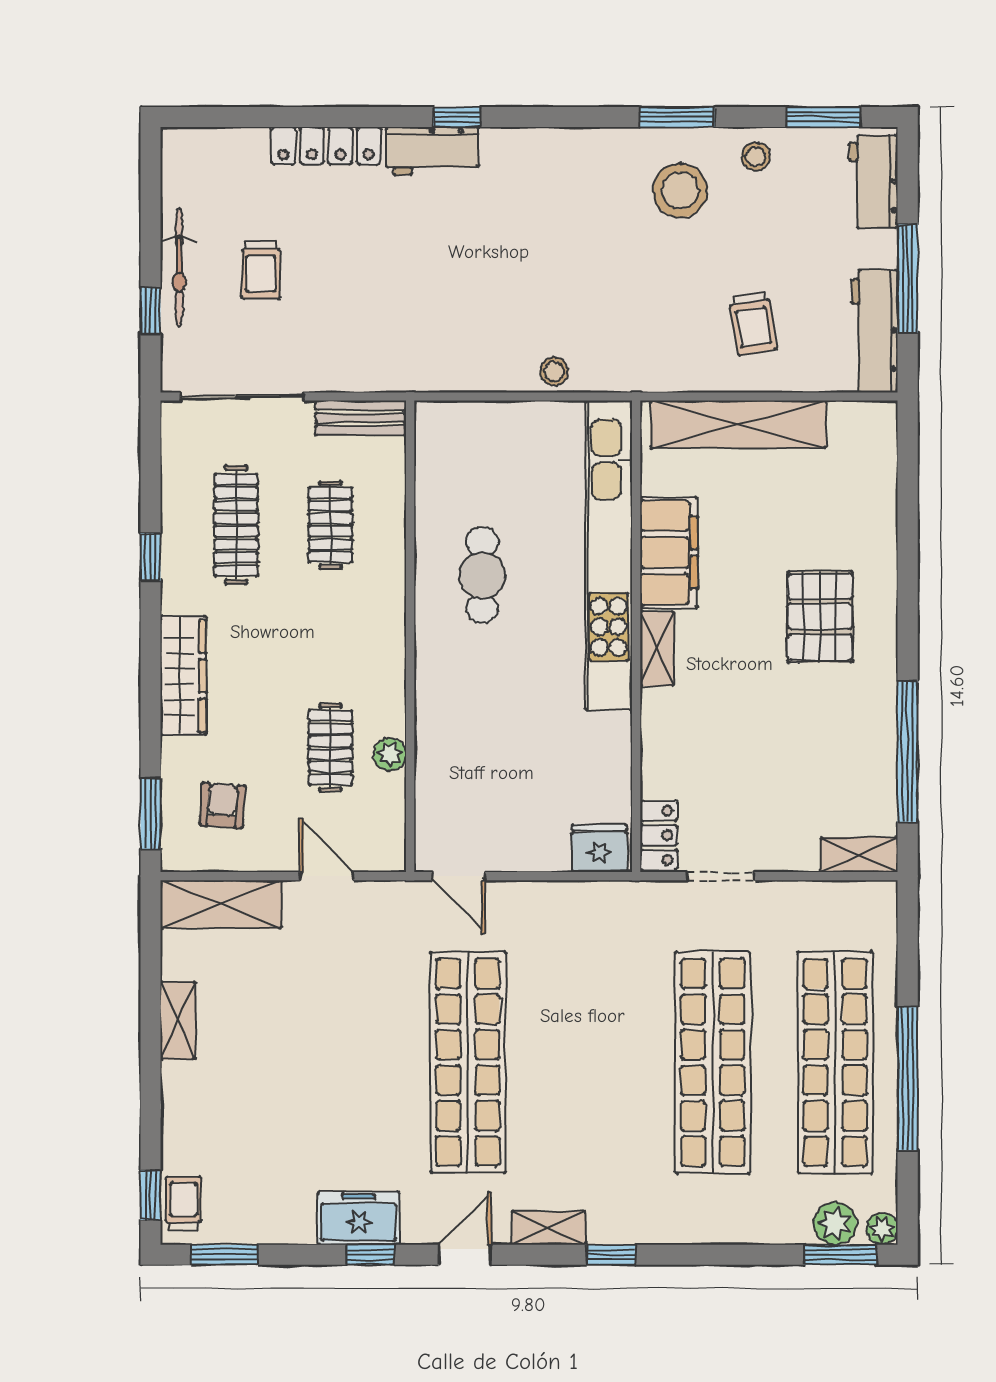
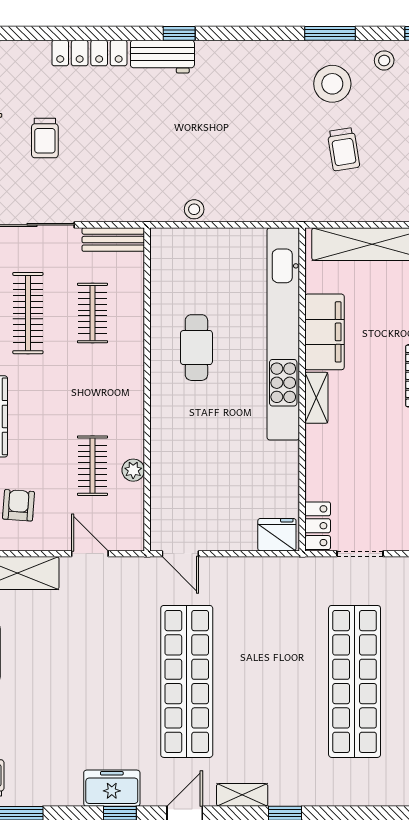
trolley: (753, 323) -> (344, 149), moved
stool: (554, 371) -> (194, 209), moved

